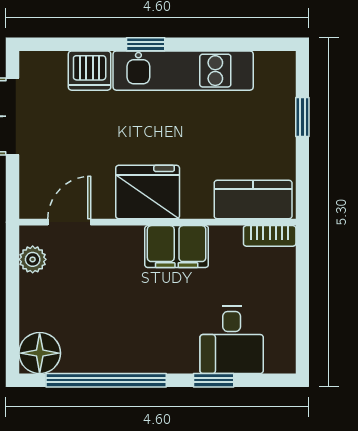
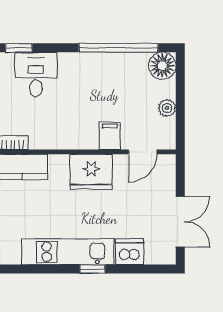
filing cabinet: (177, 247) -> (110, 136), moved, width x0.50
plant: (33, 259) -> (167, 108), moved
window: (214, 380) -> (19, 48), moved

